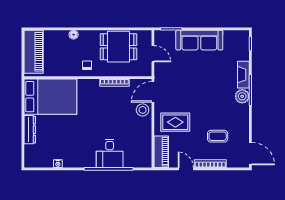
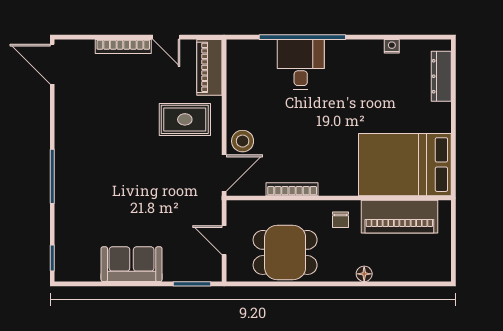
sofa: (199, 40) -> (132, 264), width x0.73
piano: (34, 52) -> (399, 217), moved, turned -90
fireplace: (243, 75) -> (65, 203), removed
plant: (242, 96) -> (67, 165), removed
dresser: (30, 130) -> (441, 76), moved
coffee table: (218, 136) -> (110, 95), removed

